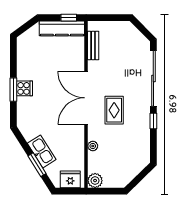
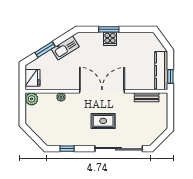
rug: (114, 110) -> (103, 121), moved
window: (153, 121) -> (67, 149), moved
kitchen sink: (42, 151) -> (65, 48), moved

